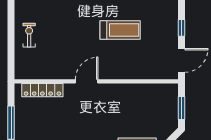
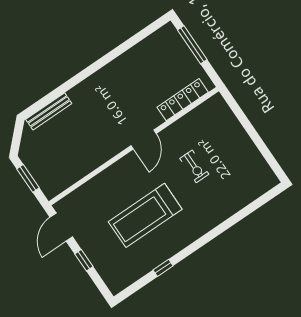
treadmill: (120, 30) -> (145, 215), width x1.37, depth x1.38
exercise bike: (29, 35) -> (194, 166), moved

